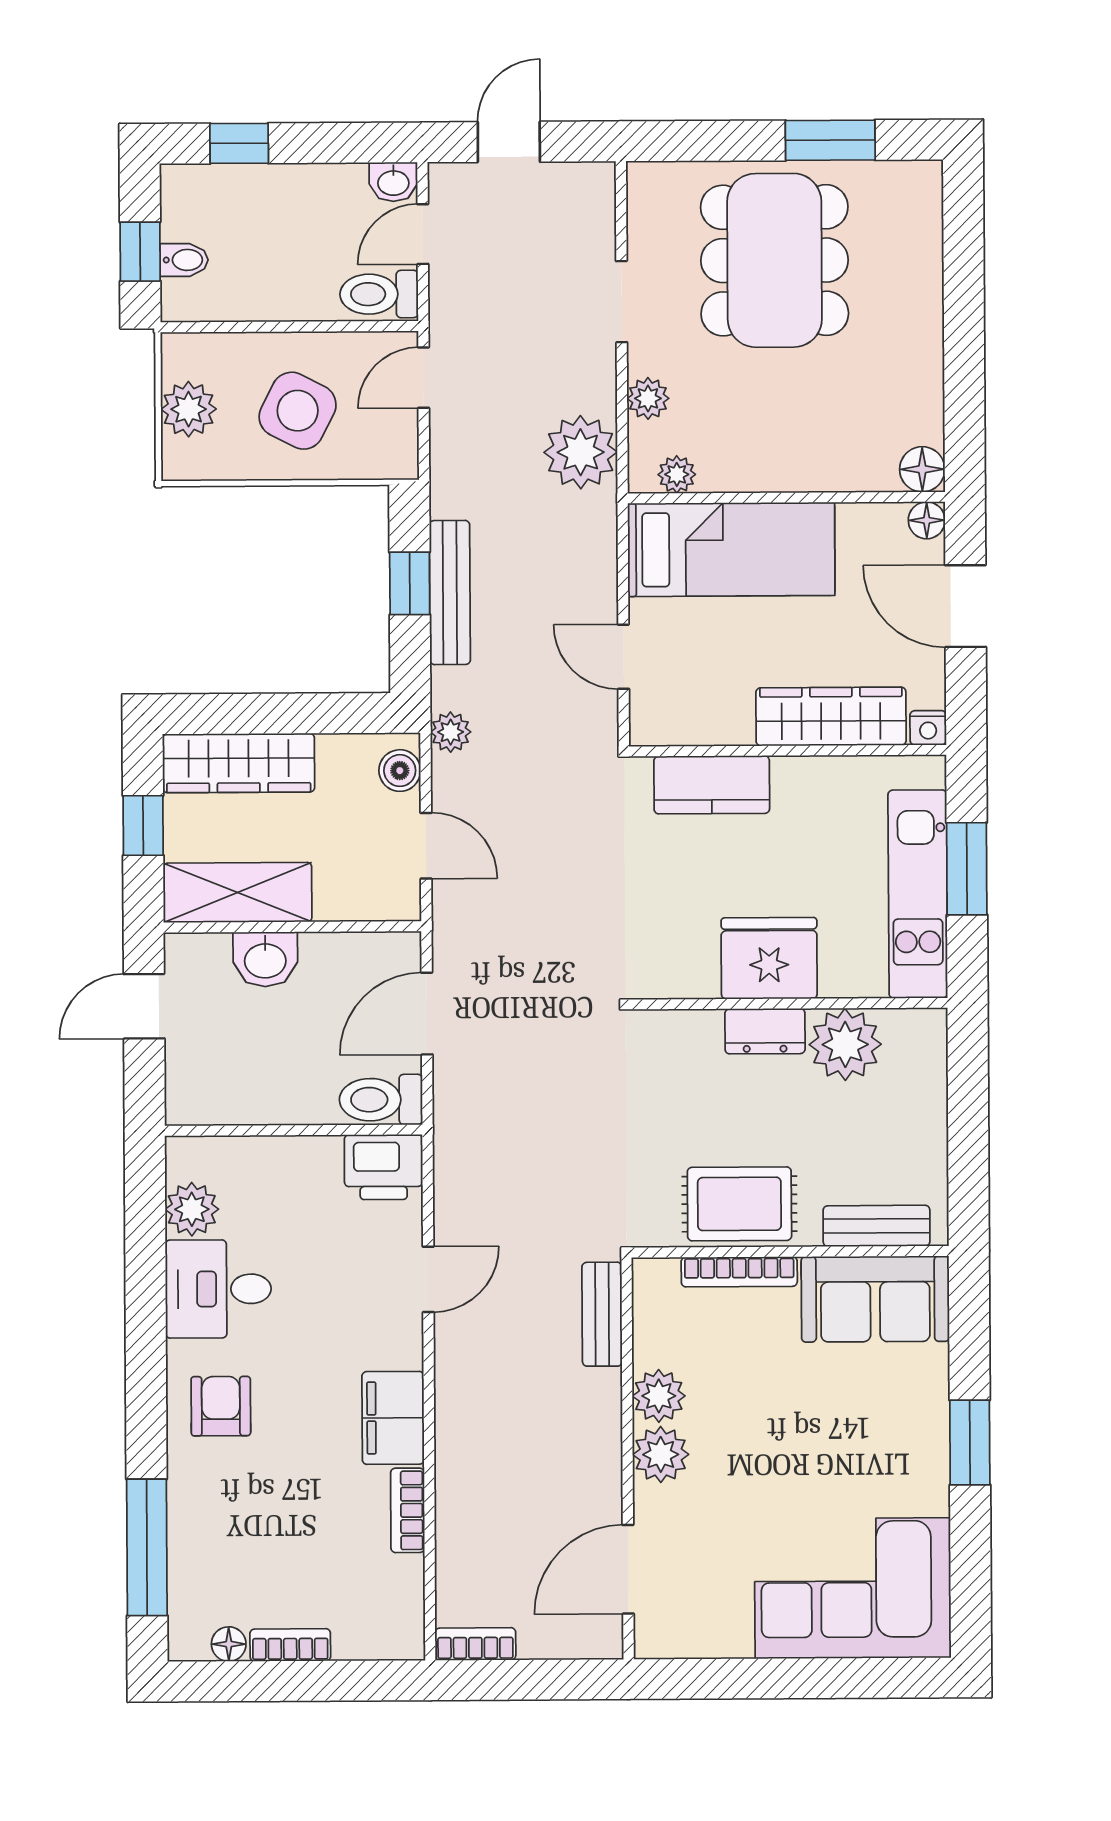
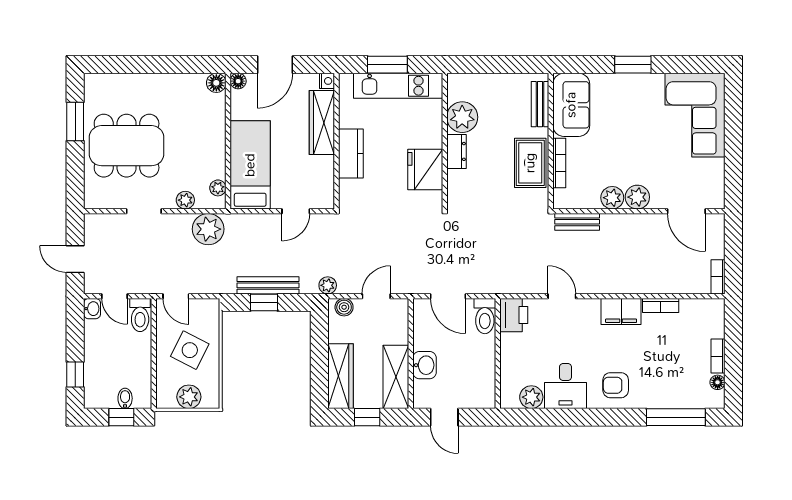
kitchen counter: (712, 785) -> (351, 153), moved
fridge: (769, 958) -> (425, 169), moved

